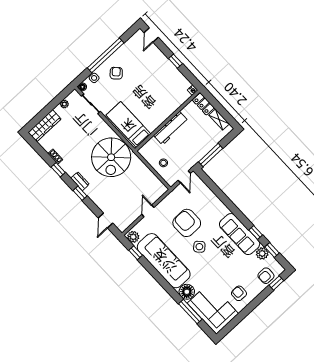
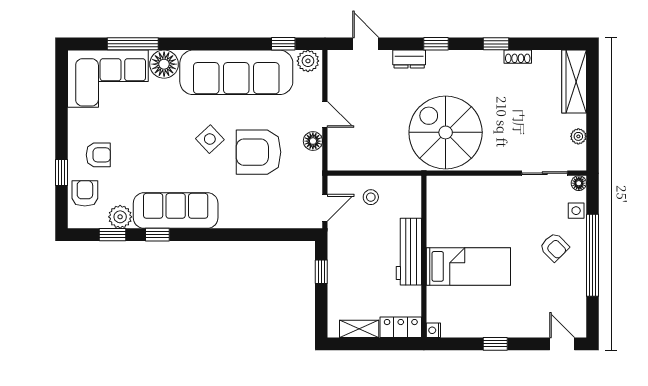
bed: (128, 125) -> (468, 266), moved
window: (211, 155) -> (321, 272), width x0.46
door: (184, 177) -> (325, 208), swing flipped
dresser: (80, 181) -> (409, 59), moved
floor lamp: (163, 206) -> (313, 141), added
armchair: (187, 223) -> (259, 152), turned 180
window: (276, 283) -> (62, 172), moved
armchair: (239, 293) -> (98, 155), moved

